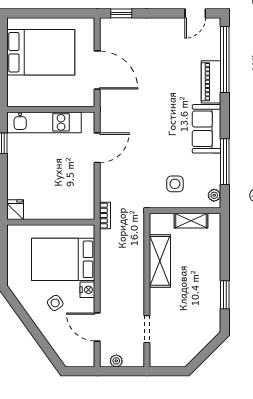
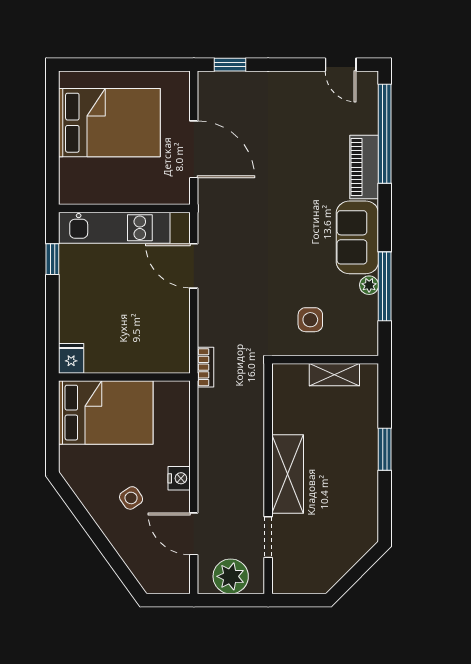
door: (195, 13) -> (341, 65), hinge flipped
door: (97, 148) -> (194, 266), swing flipped
plant: (214, 195) -> (369, 285), moved
bed: (63, 259) -> (106, 413), moved, turned 180
shelving: (160, 261) -> (288, 474), moved
window: (225, 295) -> (385, 449), moved
plant: (116, 361) -> (231, 576), width x1.88, depth x1.88

